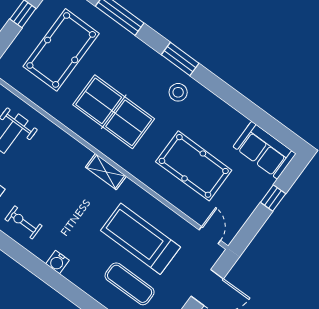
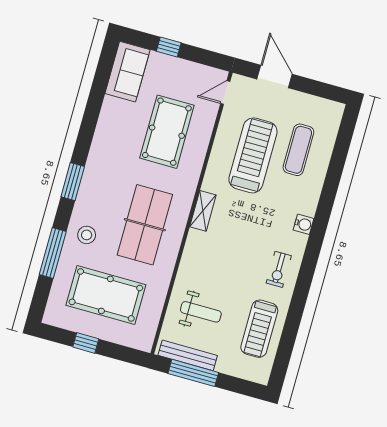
stool: (178, 92) -> (87, 235), moved
treadmill: (140, 239) -> (253, 155), turned 180

